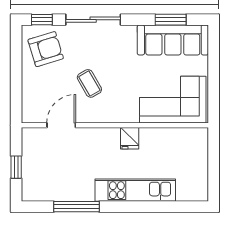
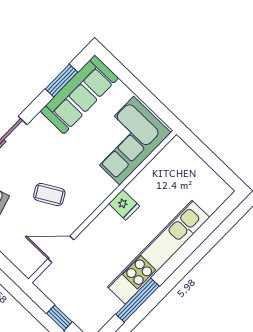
door: (61, 125) -> (61, 249), hinge flipped
kitchen unit: (135, 190) -> (159, 252), width x1.36

